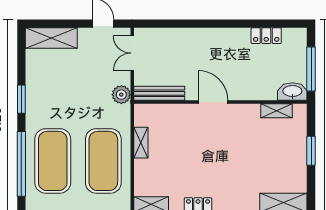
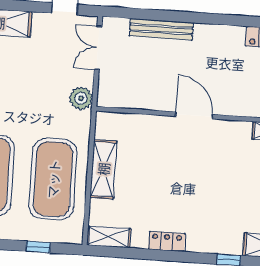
bench: (159, 93) -> (161, 29), moved
shelving: (141, 143) -> (103, 169), width x1.50, depth x1.33

